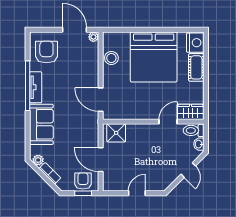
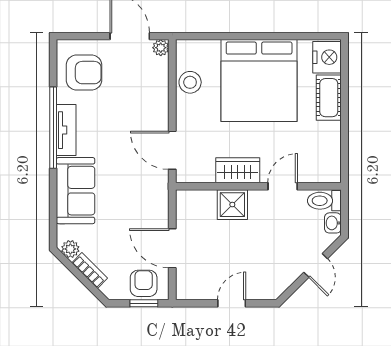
armchair: (46, 52) -> (84, 73), turned 90
wardrobe: (190, 112) -> (238, 170), moved
shower: (116, 133) -> (232, 205), moved

